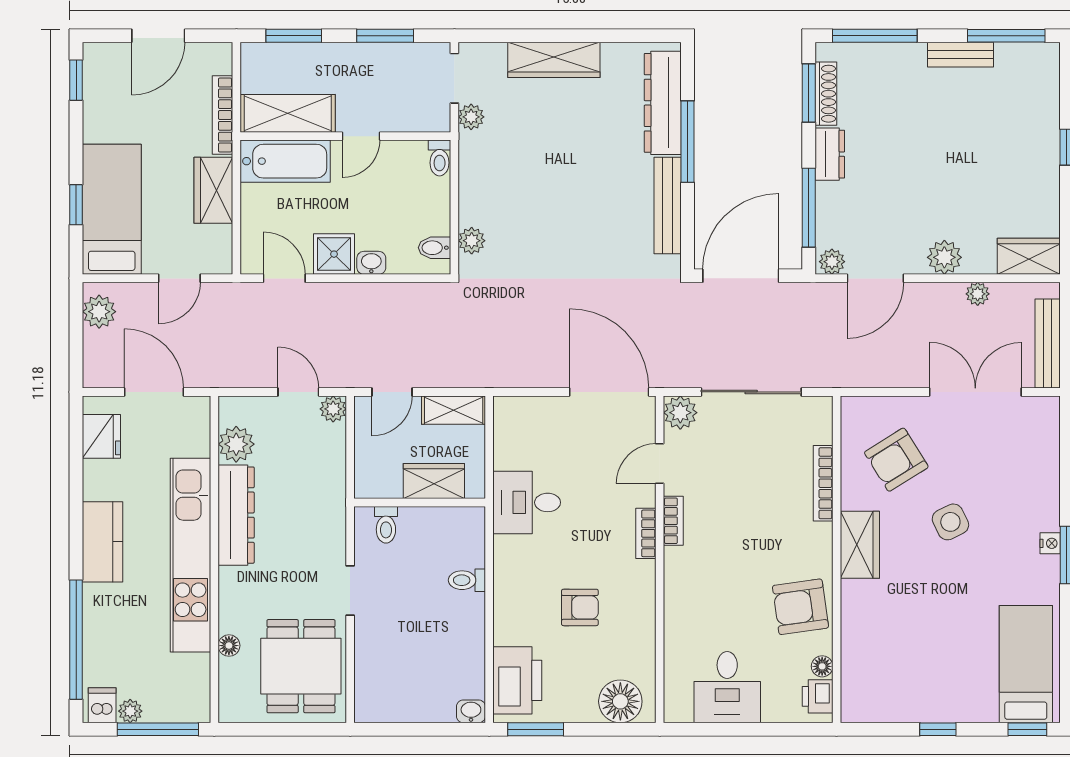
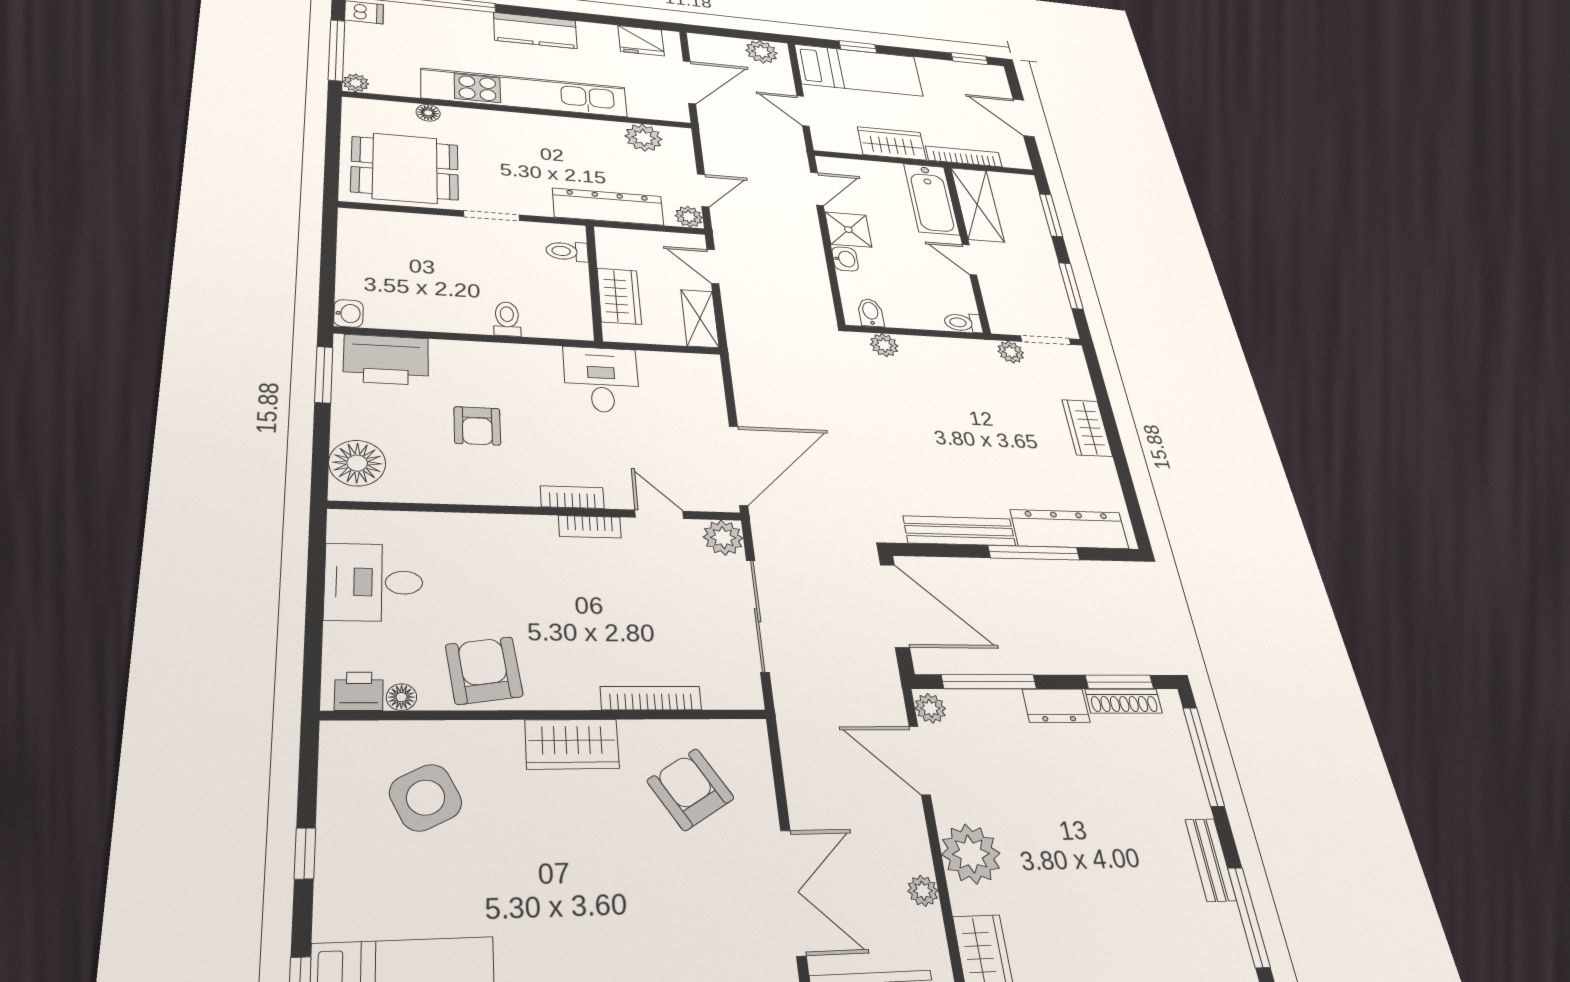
wardrobe: (554, 60) -> (1087, 428), width x0.67
plant: (944, 257) -> (971, 854), width x1.36, depth x1.36
dresser: (236, 515) -> (608, 207), moved, turned 180
side table: (950, 522) -> (426, 798), moved, width x1.37, depth x1.37
plant: (130, 711) -> (356, 83), moved

